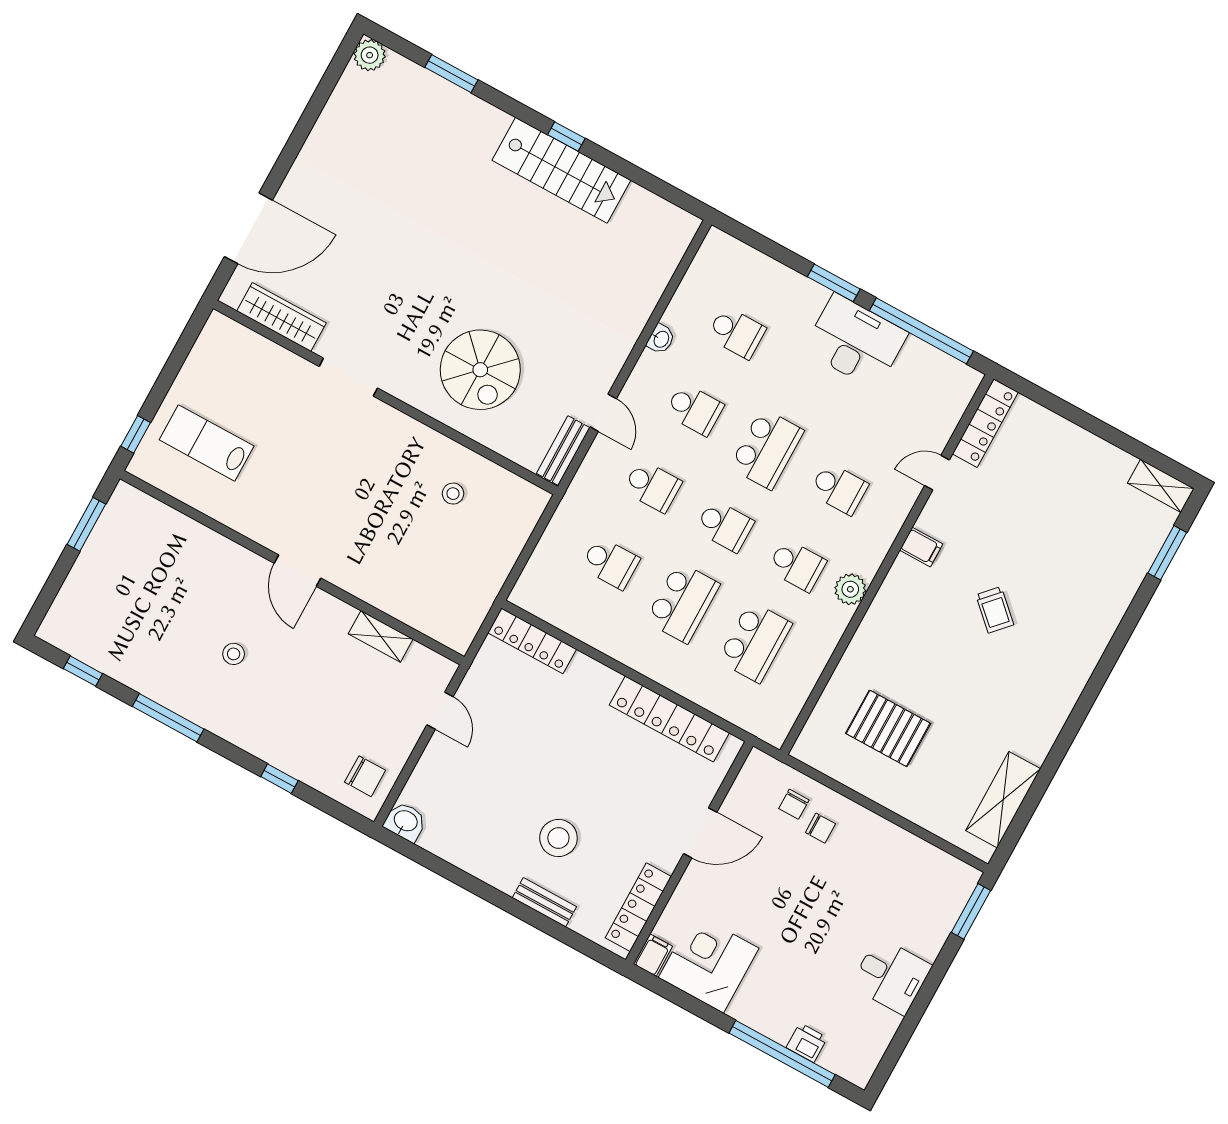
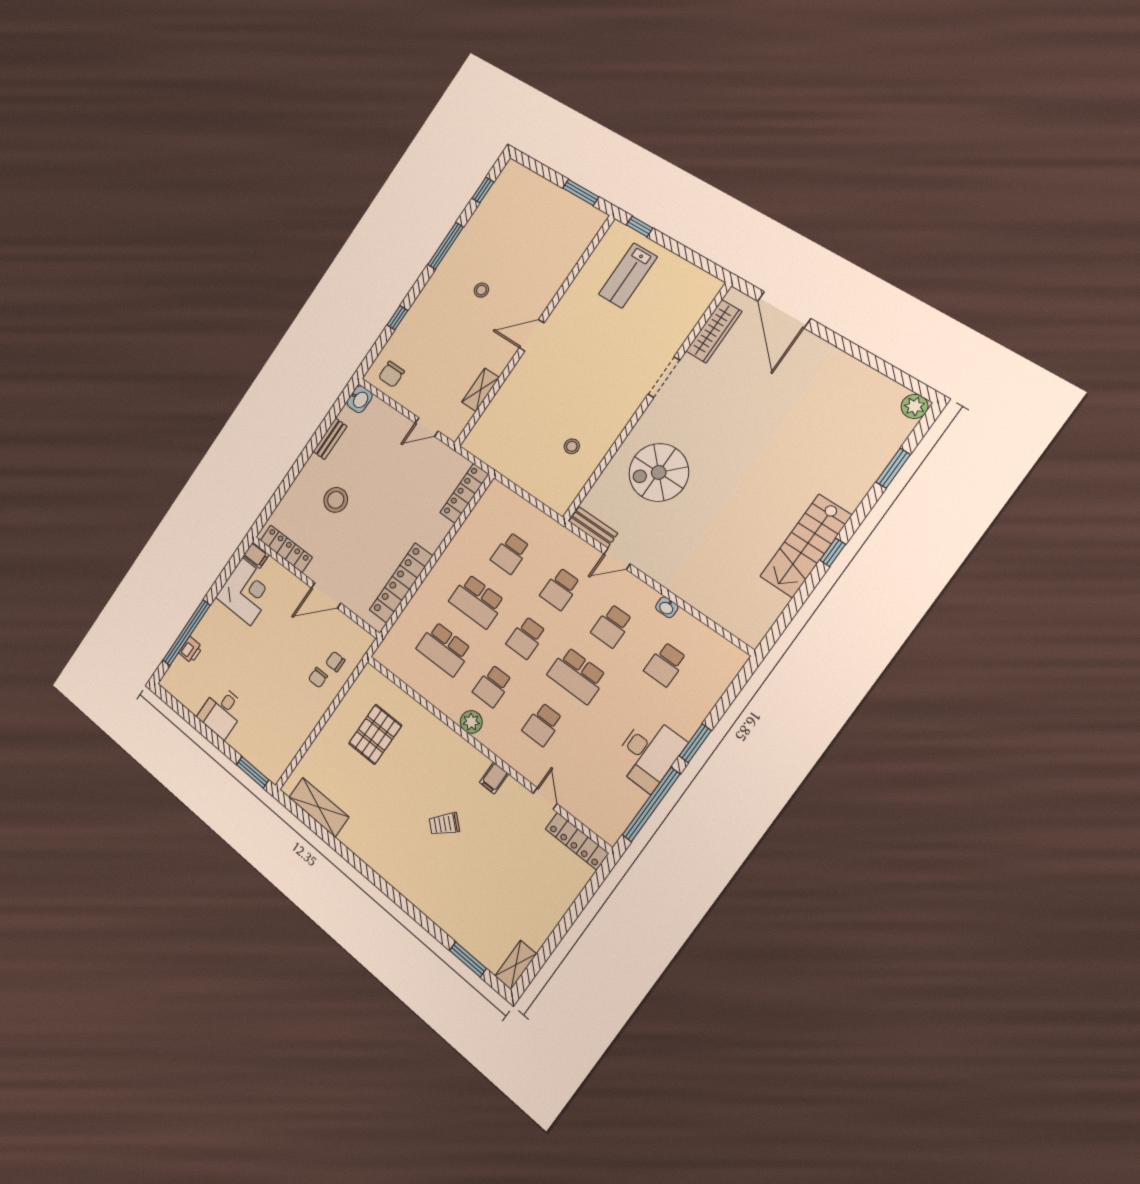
lab bench: (207, 443) -> (628, 276), turned 180
door: (700, 833) -> (326, 595), hinge flipped
bench: (544, 902) -> (330, 439), moved

